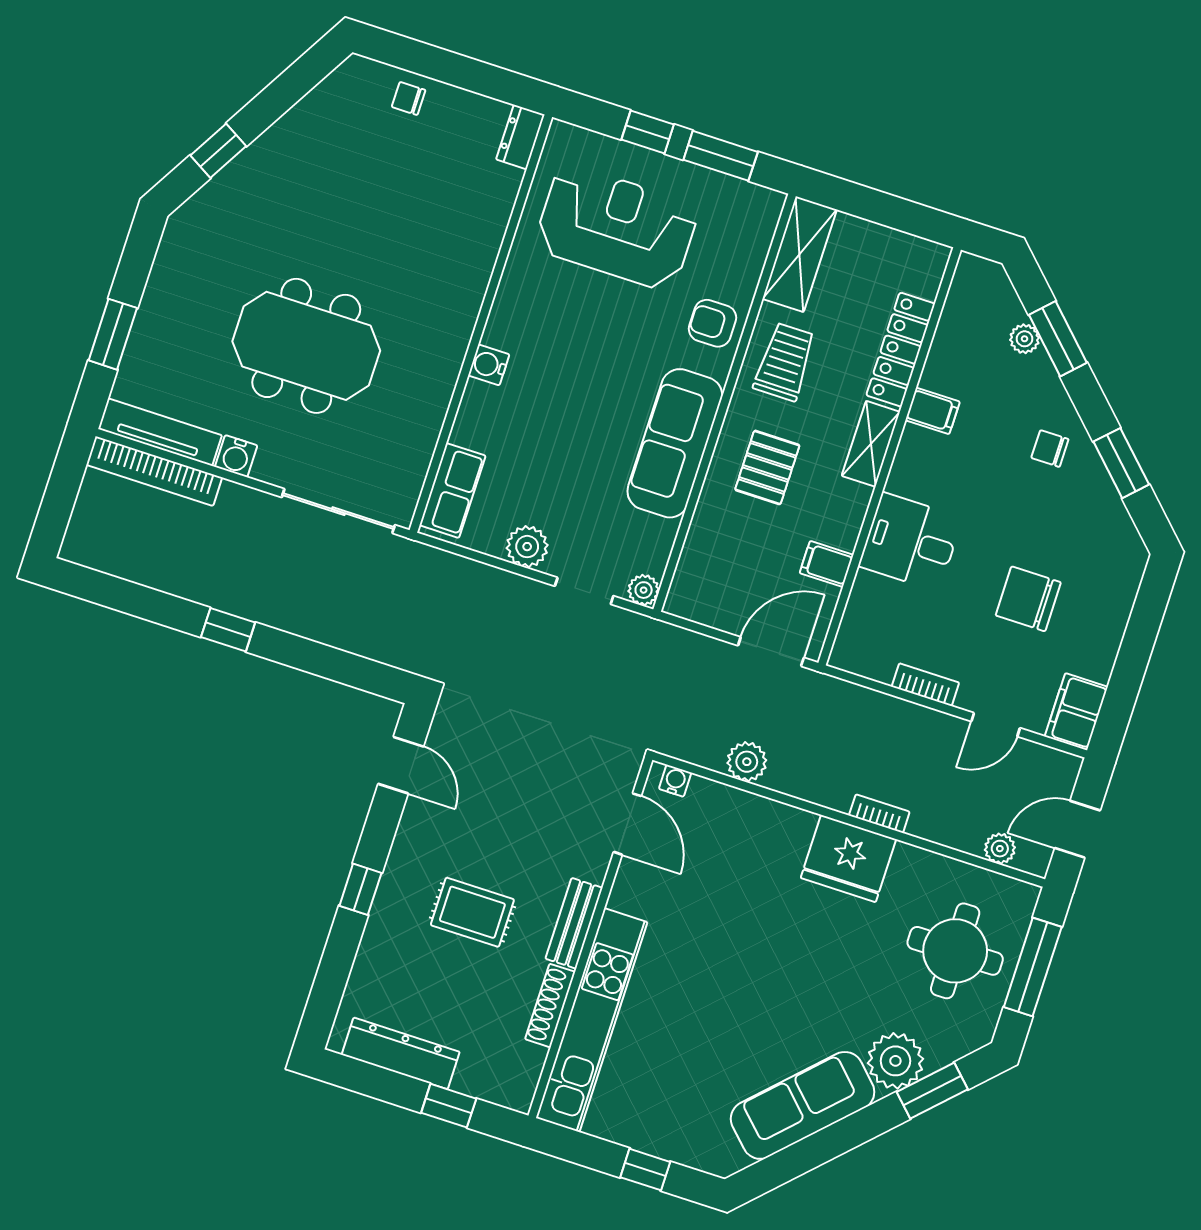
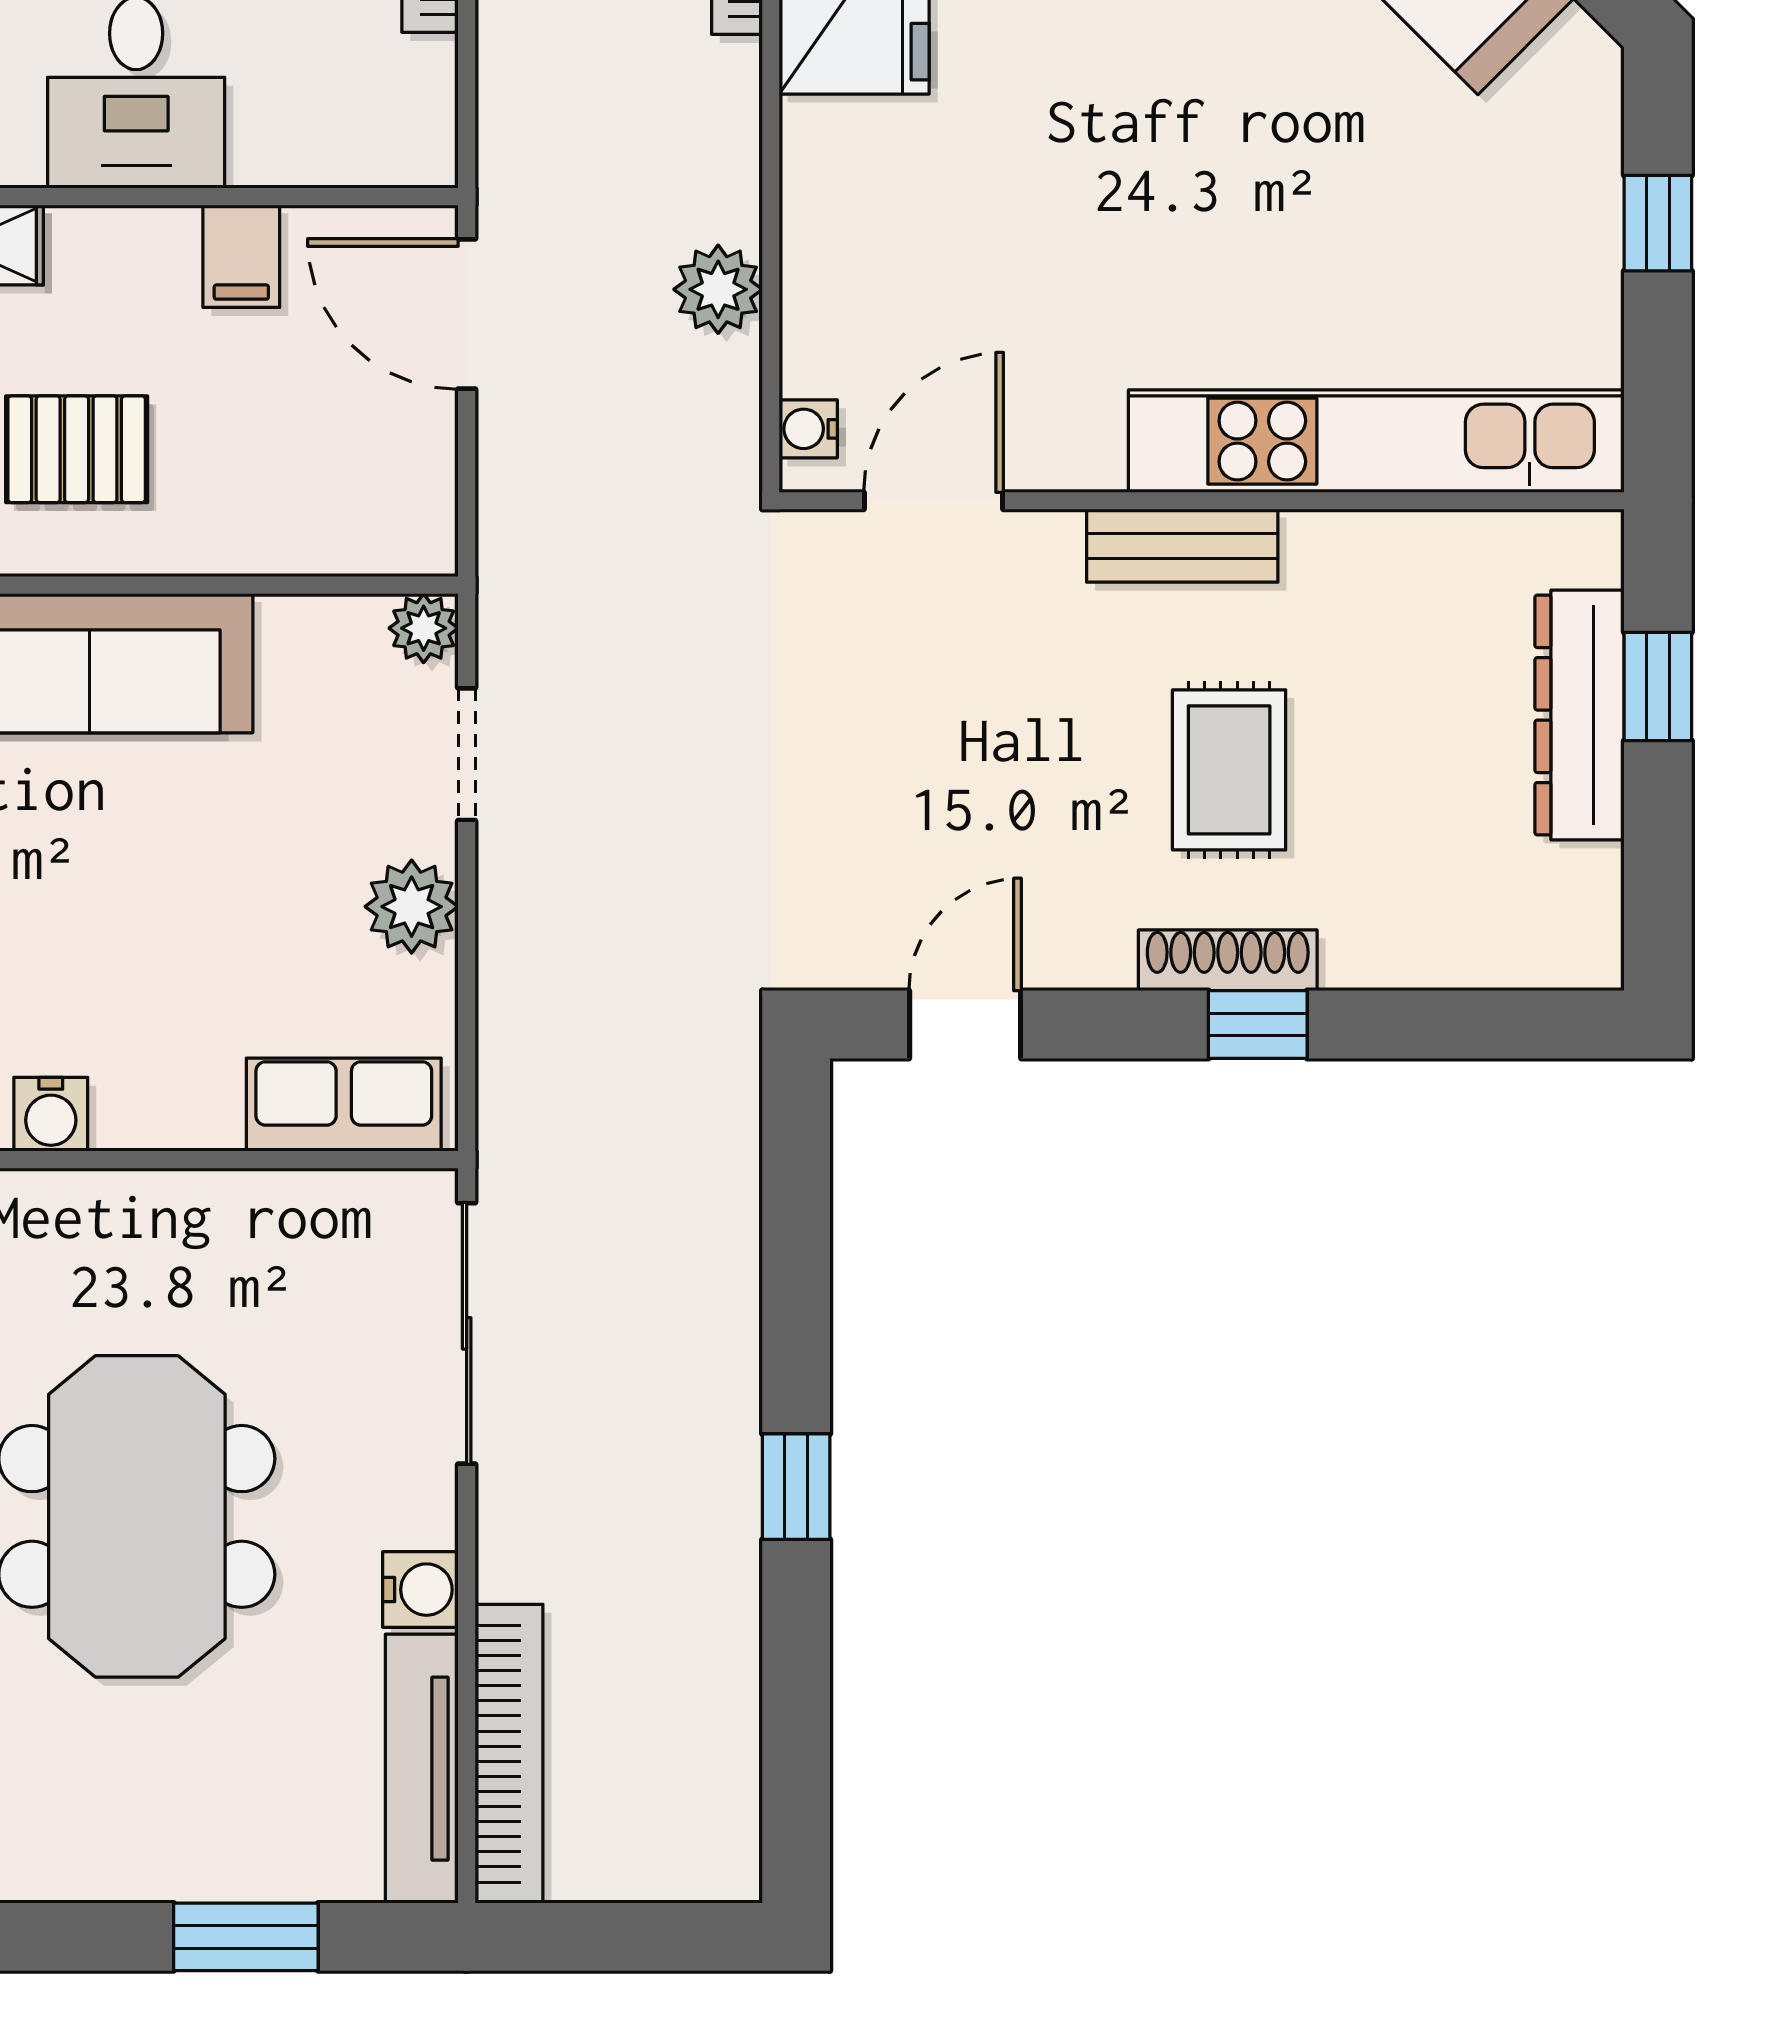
shoe rack: (550, 1006) -> (1228, 960), moved, turned 180
dresser: (401, 1053) -> (1580, 715), moved

